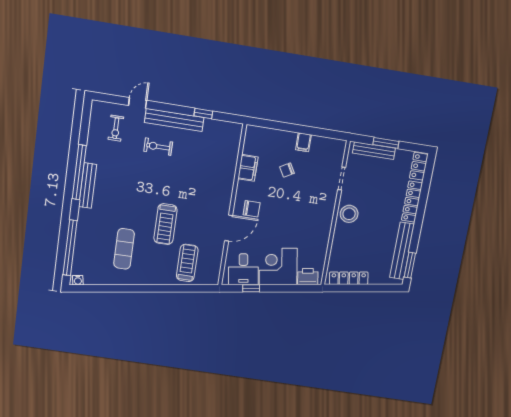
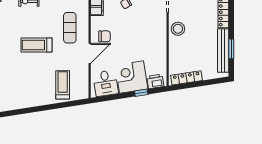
treadmill: (165, 224) -> (36, 45), moved, turned 90
exercise mat: (124, 249) -> (70, 28), moved
window: (410, 265) -> (231, 49), moved
window: (251, 288) -> (141, 93), moved

